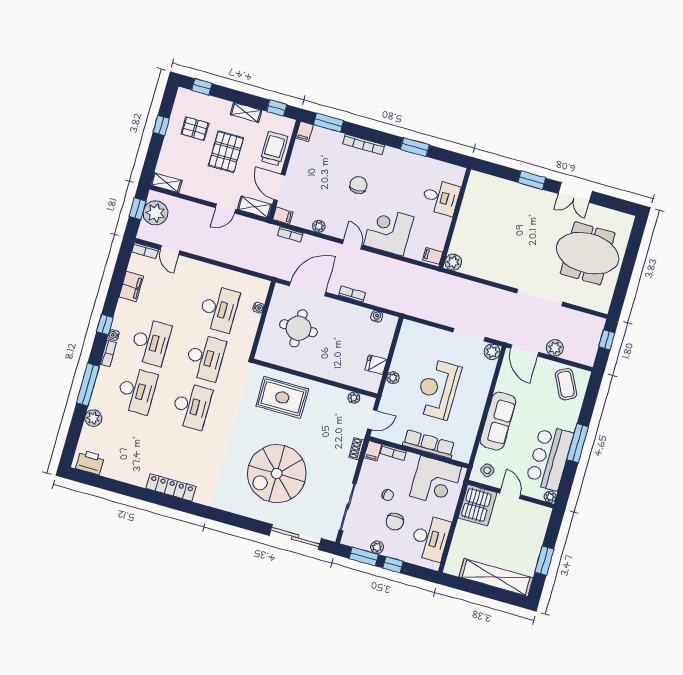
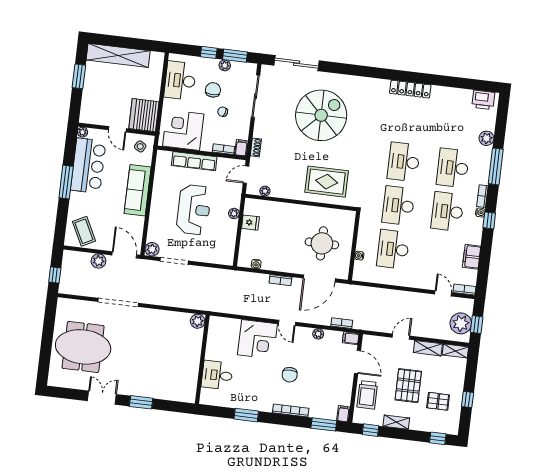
shelving: (255, 207) -> (428, 348), moved
filing cabinet: (433, 256) -> (216, 324), removed

